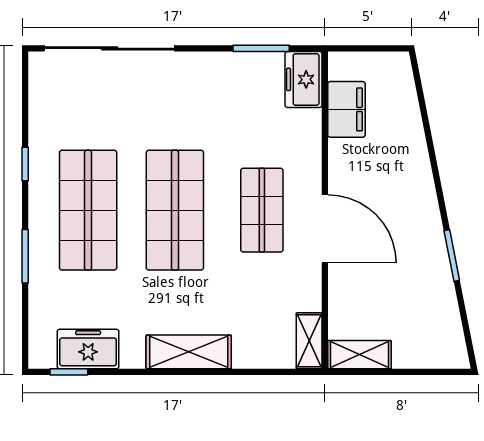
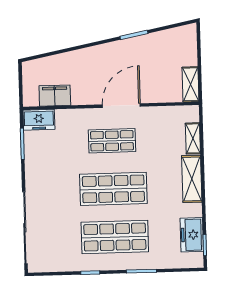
shelving: (309, 341) -> (193, 138), moved, turned 90

